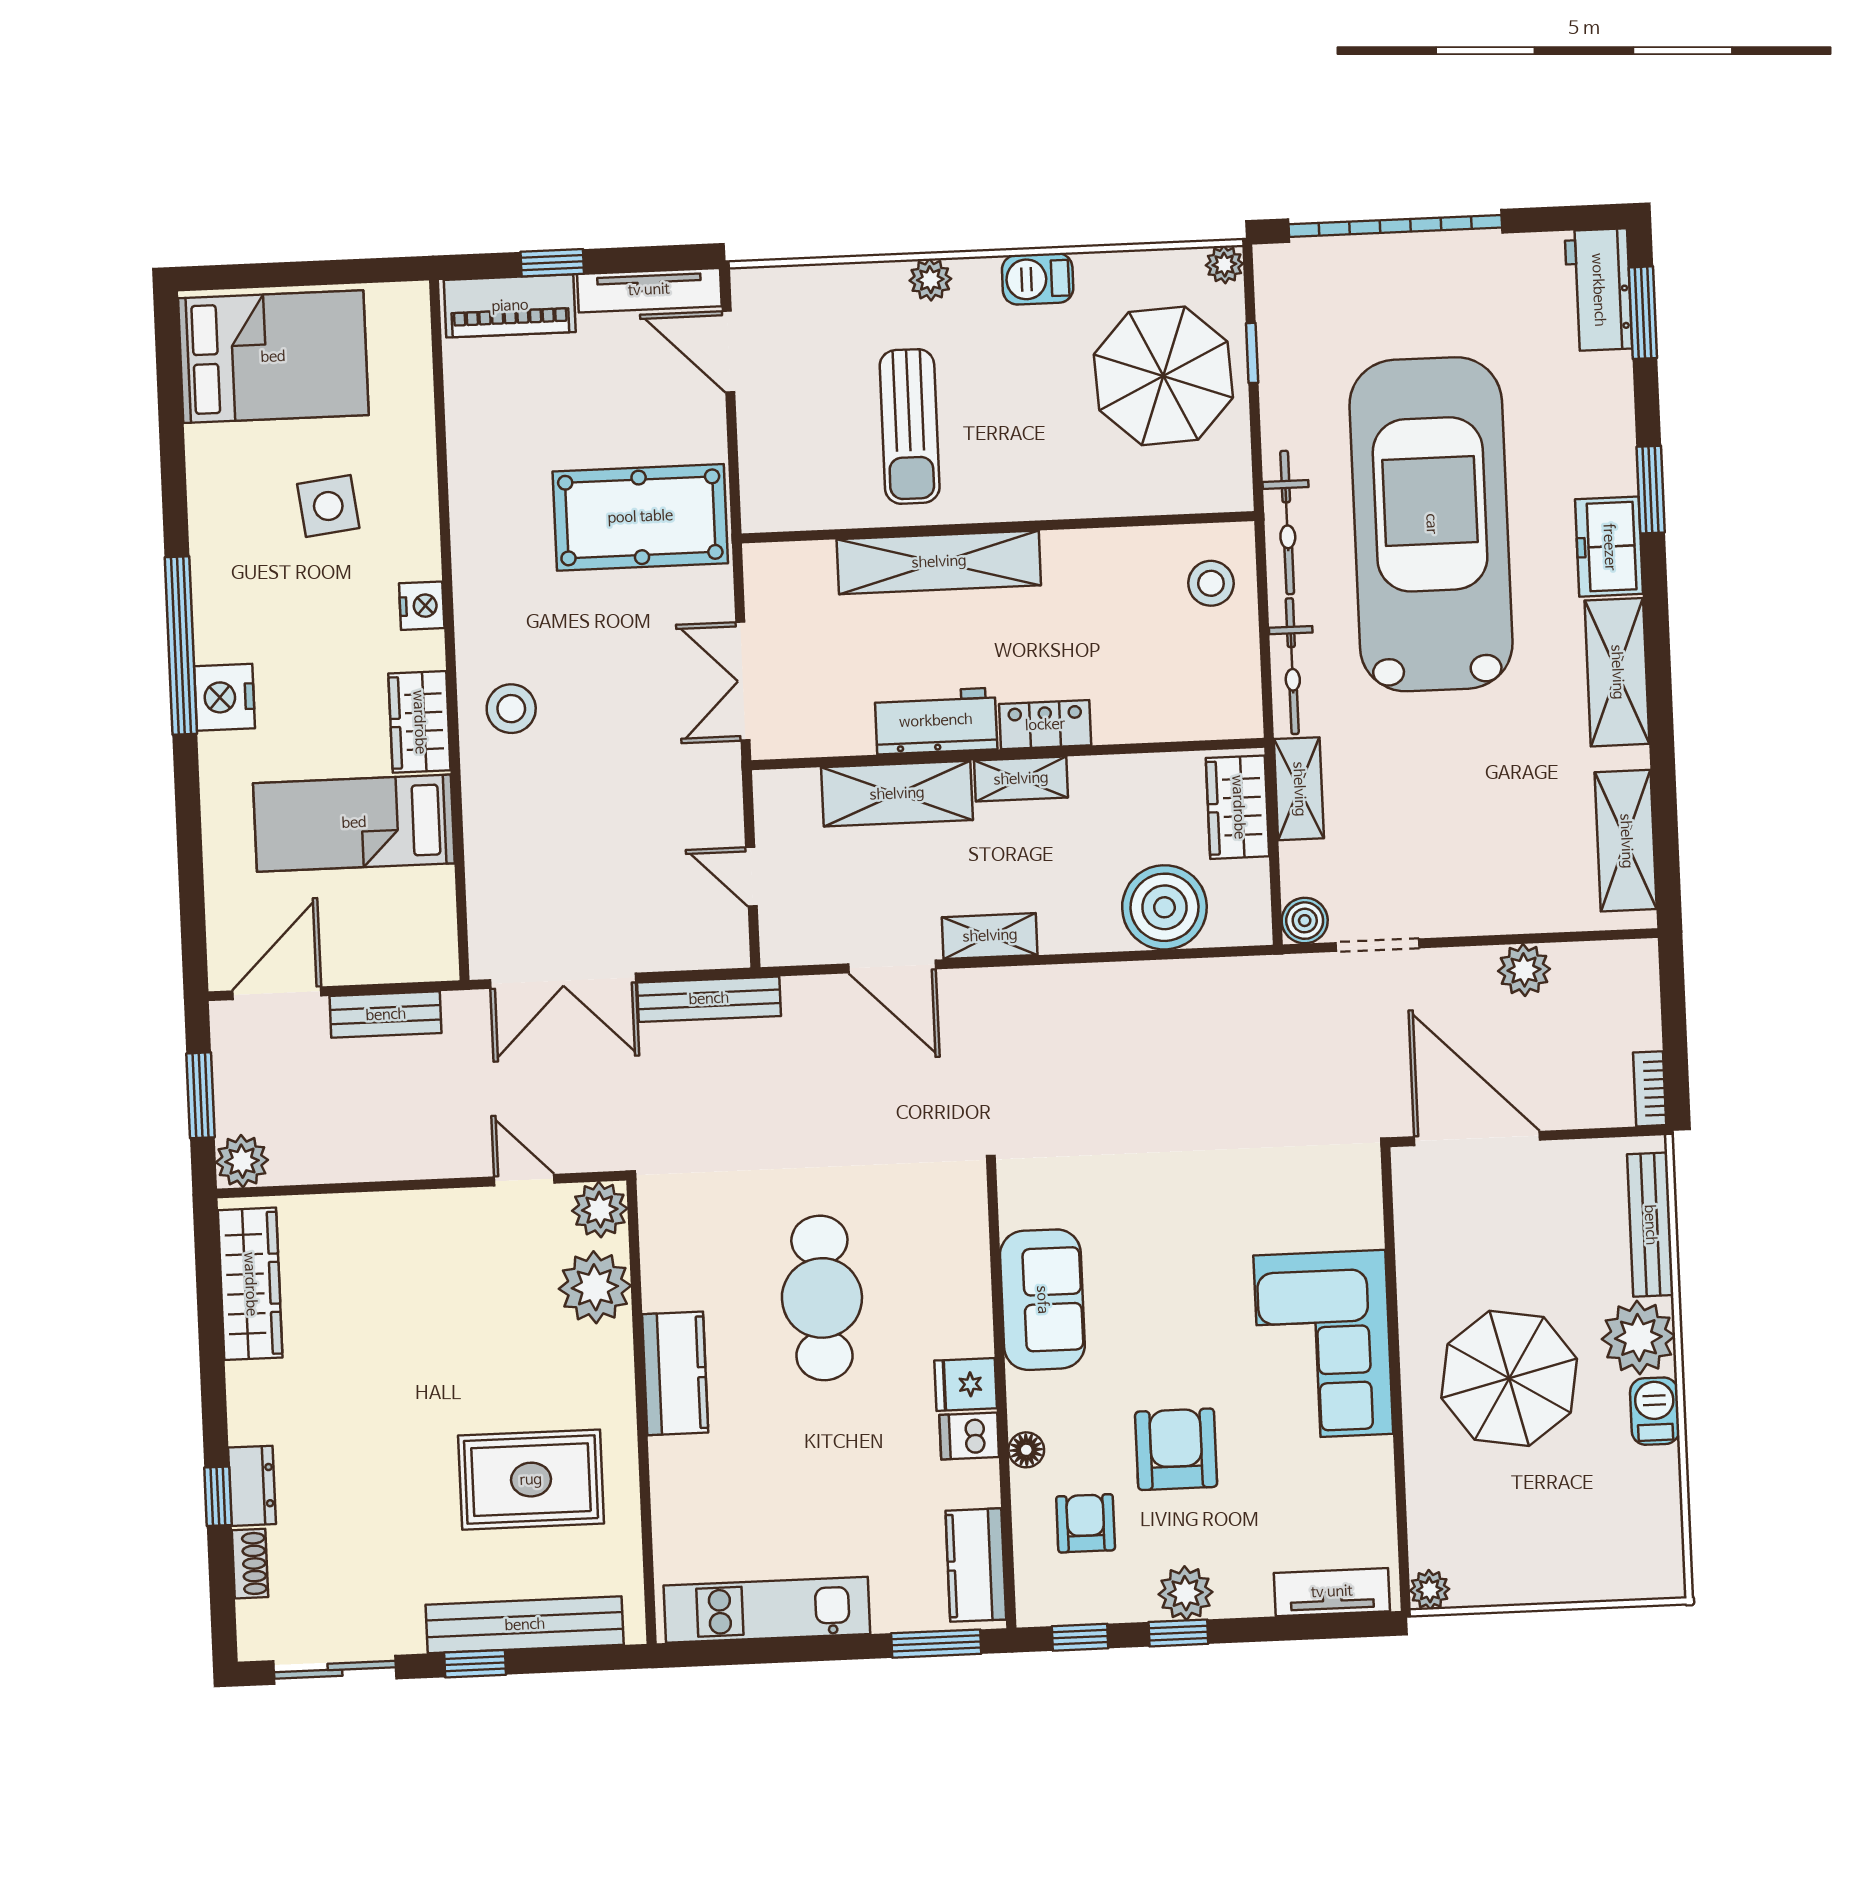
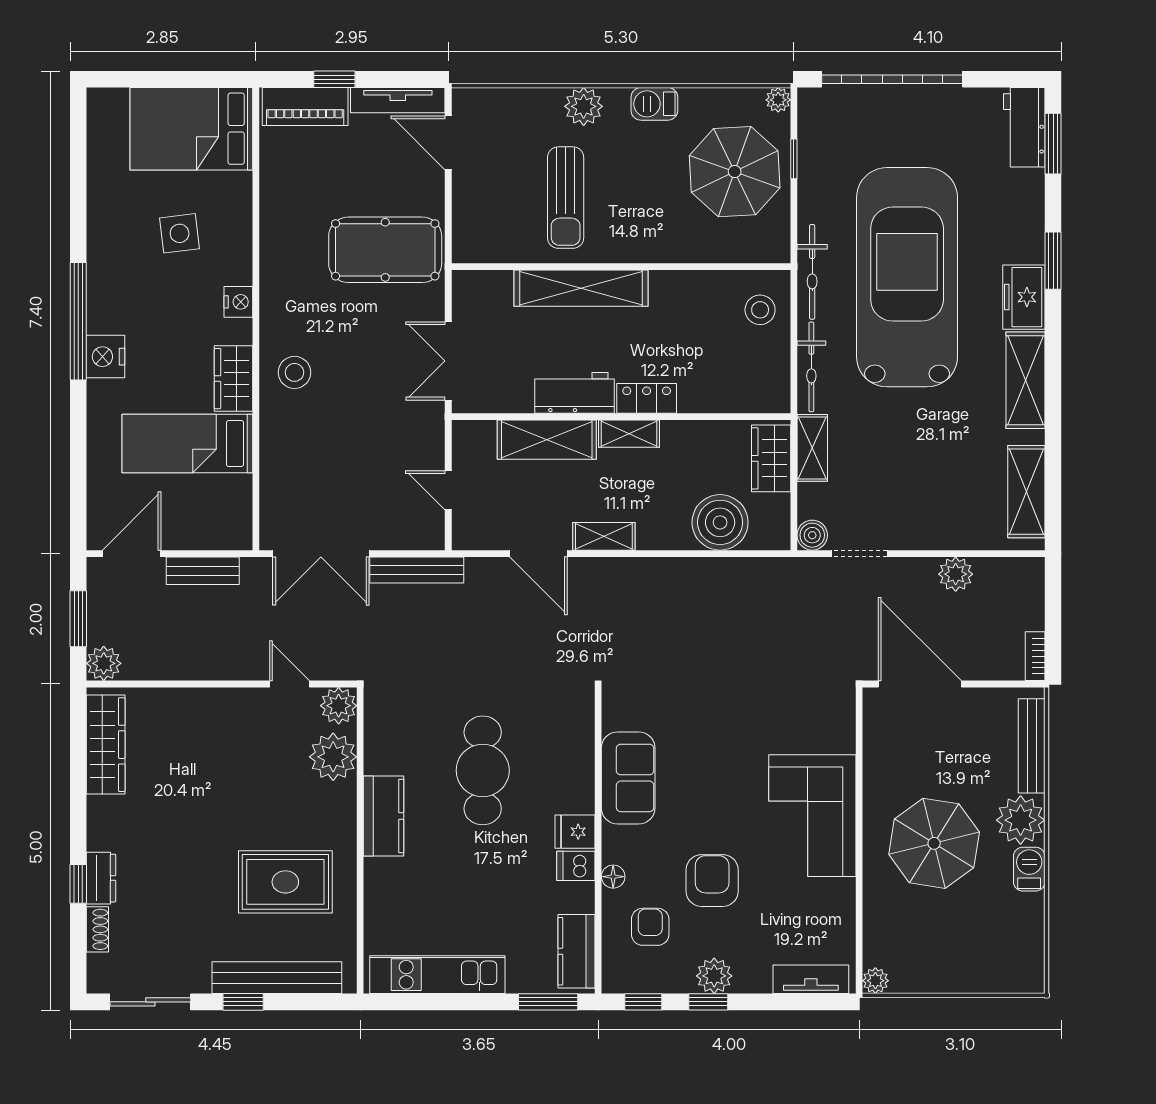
plant: (930, 280) -> (584, 106), width x1.38, depth x1.38
bed: (273, 357) -> (191, 129), moved, turned 180

